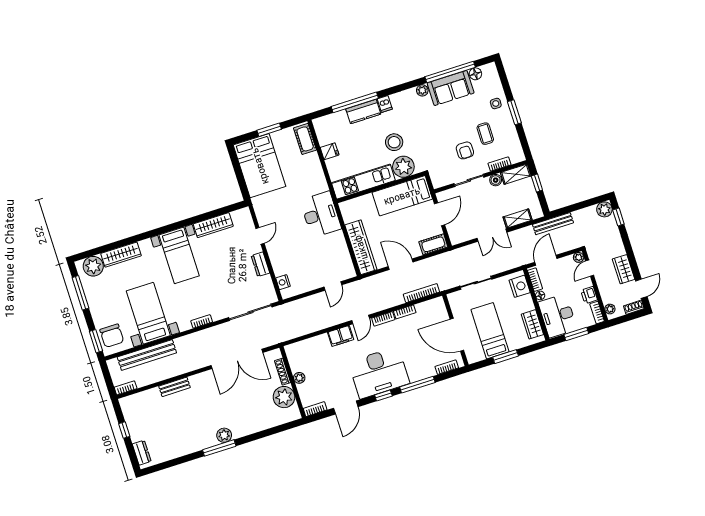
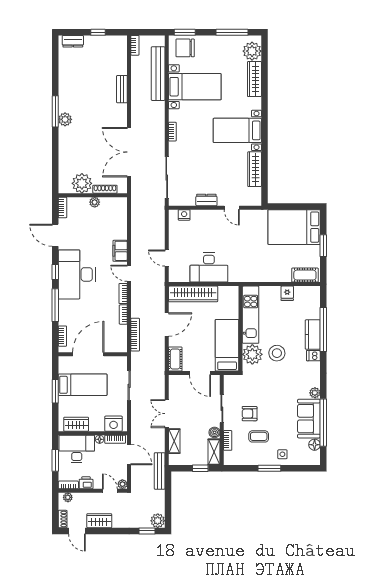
desk: (321, 214) -> (209, 268), moved

